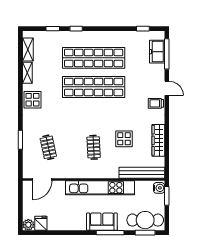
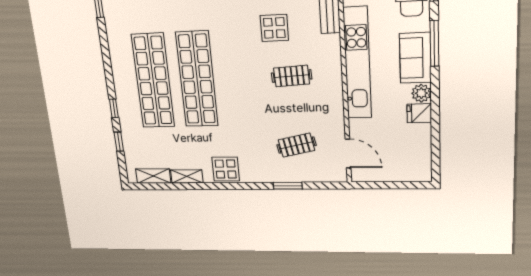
fridge: (41, 223) -> (419, 113), moved
plant: (28, 225) -> (421, 93), moved

